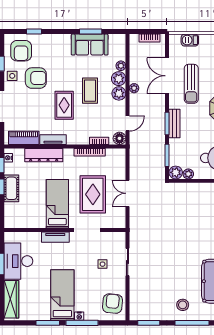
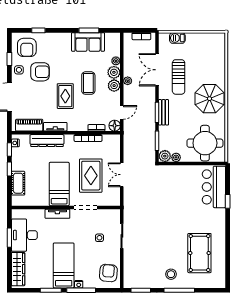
cot: (11, 188) -> (18, 183), moved

